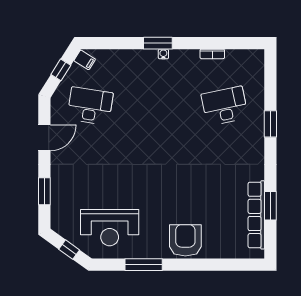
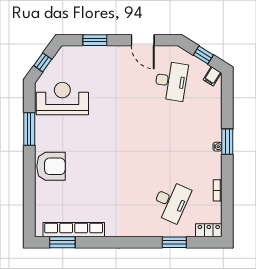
locker: (257, 64) -> (209, 230), added
desk: (225, 106) -> (171, 201), turned 36
window: (270, 124) -> (174, 242), moved
window: (270, 206) -> (62, 242), moved
reception desk: (110, 228) -> (62, 99), turned 90

